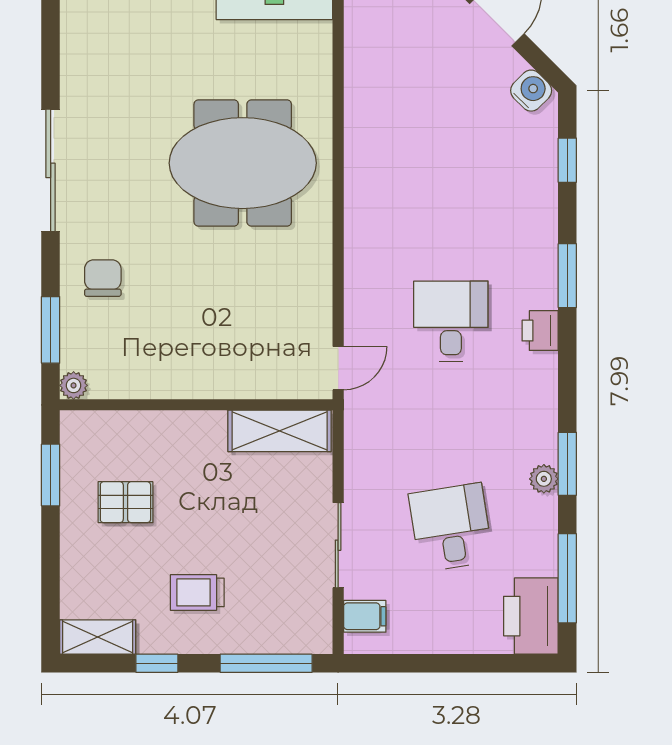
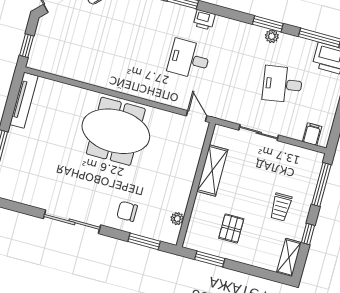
meeting table: (243, 163) -> (116, 131), moved, turned 90
plant: (74, 385) -> (177, 219), moved
shelving: (280, 431) -> (212, 170), moved
sliding door: (338, 545) -> (259, 133), moved

